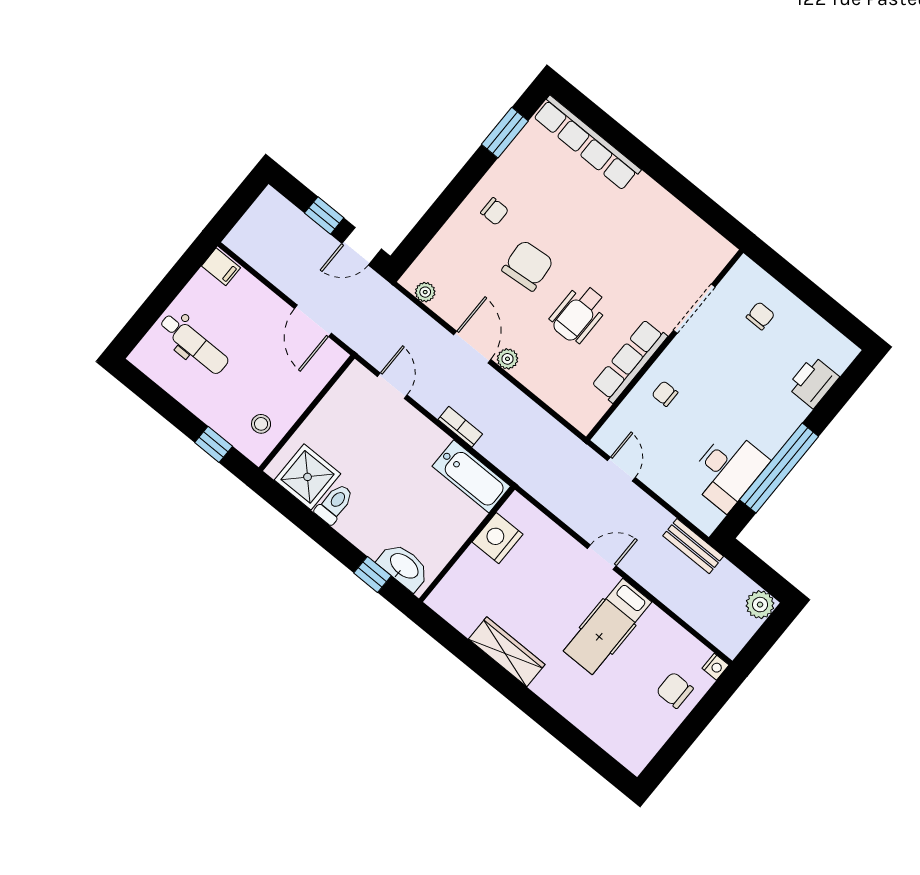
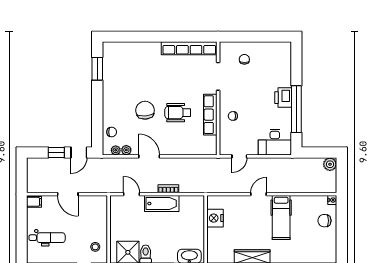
row of seats: (587, 143) -> (189, 48), moved
chair: (495, 211) -> (112, 132), moved
wheelchair: (579, 314) -> (178, 113), turned 90
door: (313, 321) -> (68, 194), moved
plant: (507, 359) -> (126, 150), moved
printer: (813, 382) -> (283, 98), moved
door: (621, 469) -> (239, 156), swing flipped
desk: (728, 470) -> (275, 142), moved, turned 90
bathtub: (471, 476) -> (162, 203), moved
bench: (693, 546) -> (288, 163), removed

